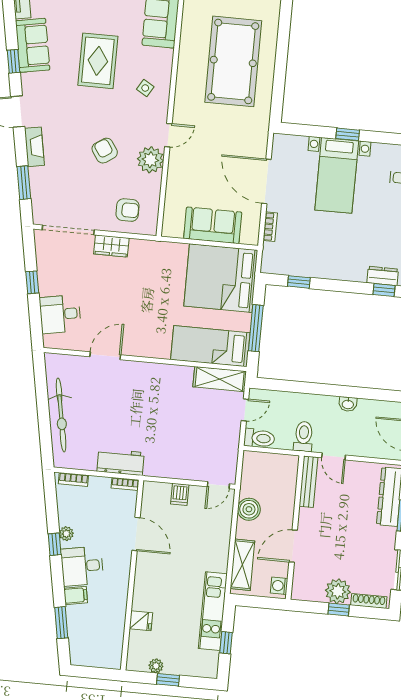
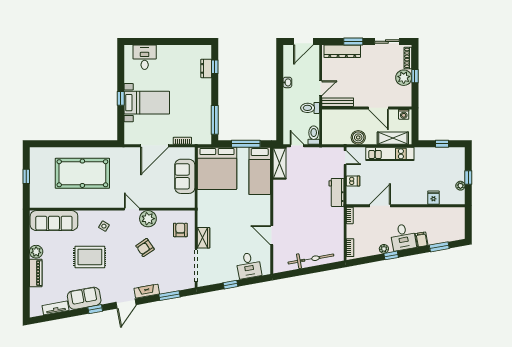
window: (299, 282) -> (215, 120), width x2.17
workbench: (121, 462) -> (336, 192), moved
kitchen unit: (213, 611) -> (390, 154), moved

